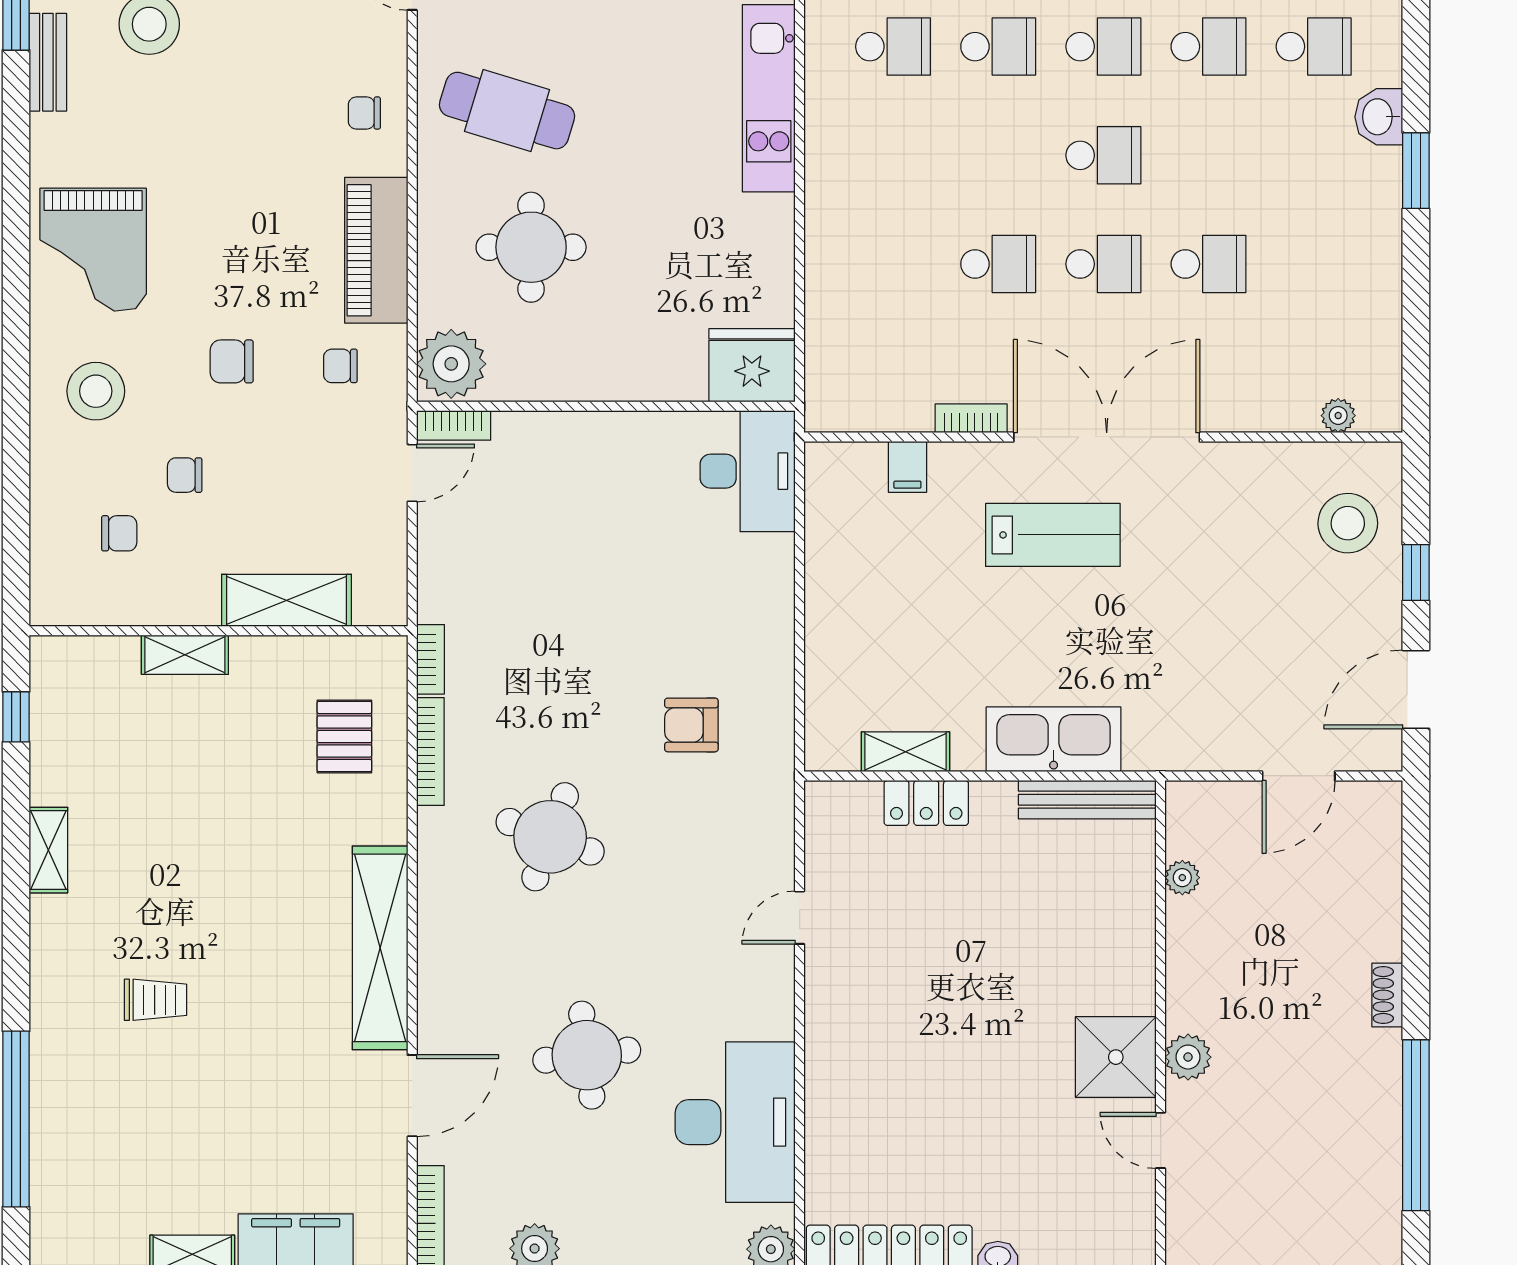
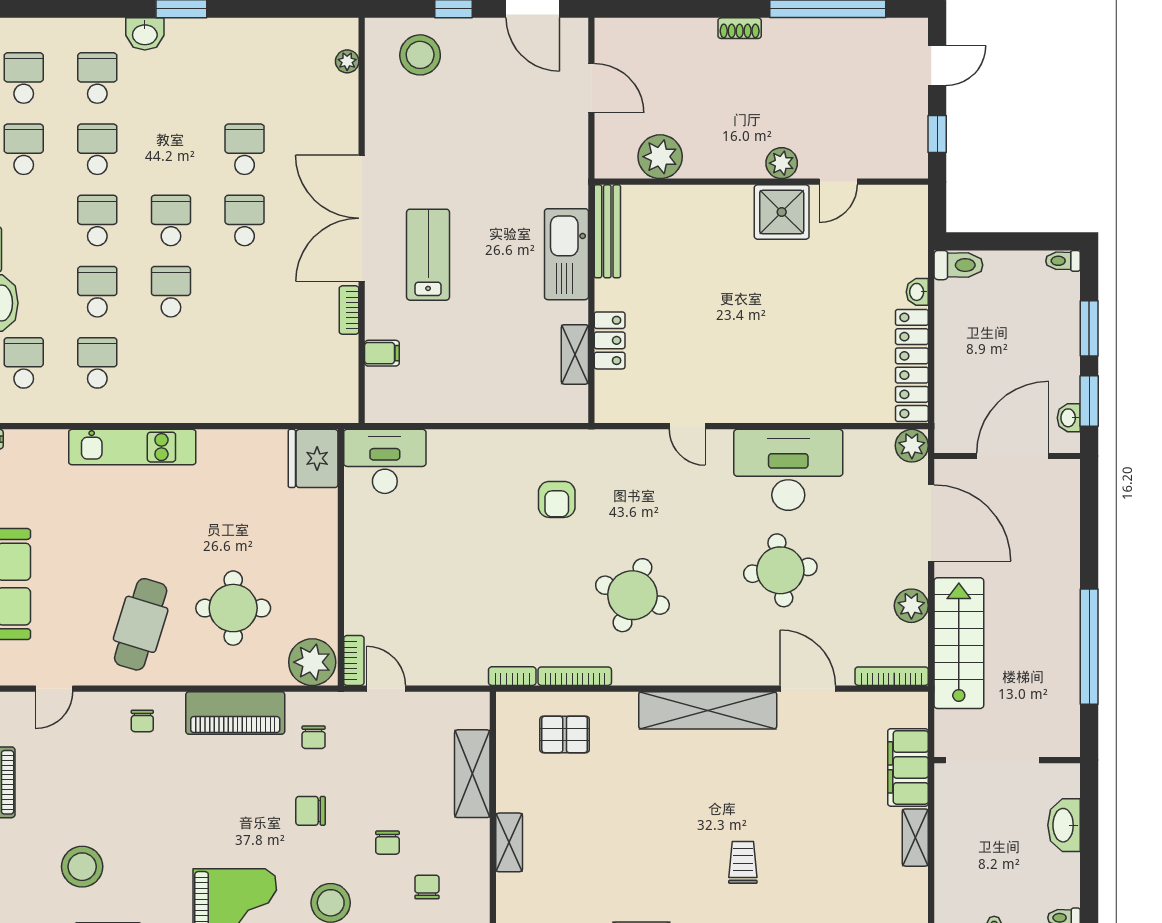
school desk: (998, 264) -> (171, 292), moved
chair: (232, 361) -> (311, 811), turned 90
plant: (1182, 878) -> (660, 157), width x1.88, depth x1.88
desk: (735, 1122) -> (788, 470), moved

